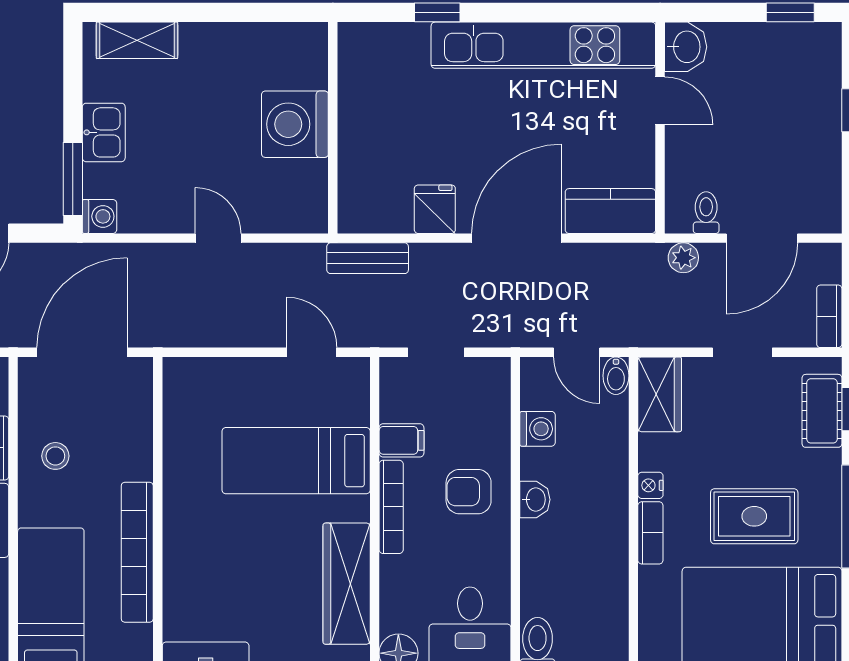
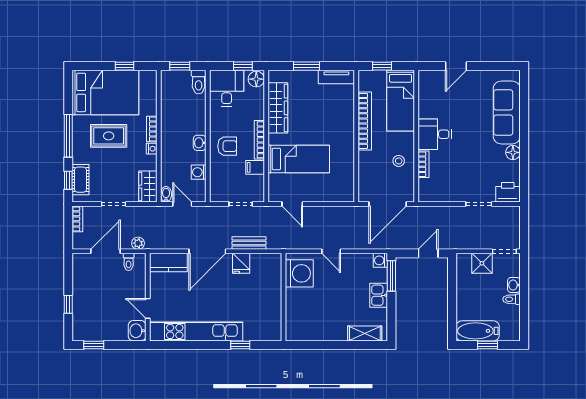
washing machine: (295, 124) -> (299, 273), moved
bench: (368, 258) -> (249, 243), moved

